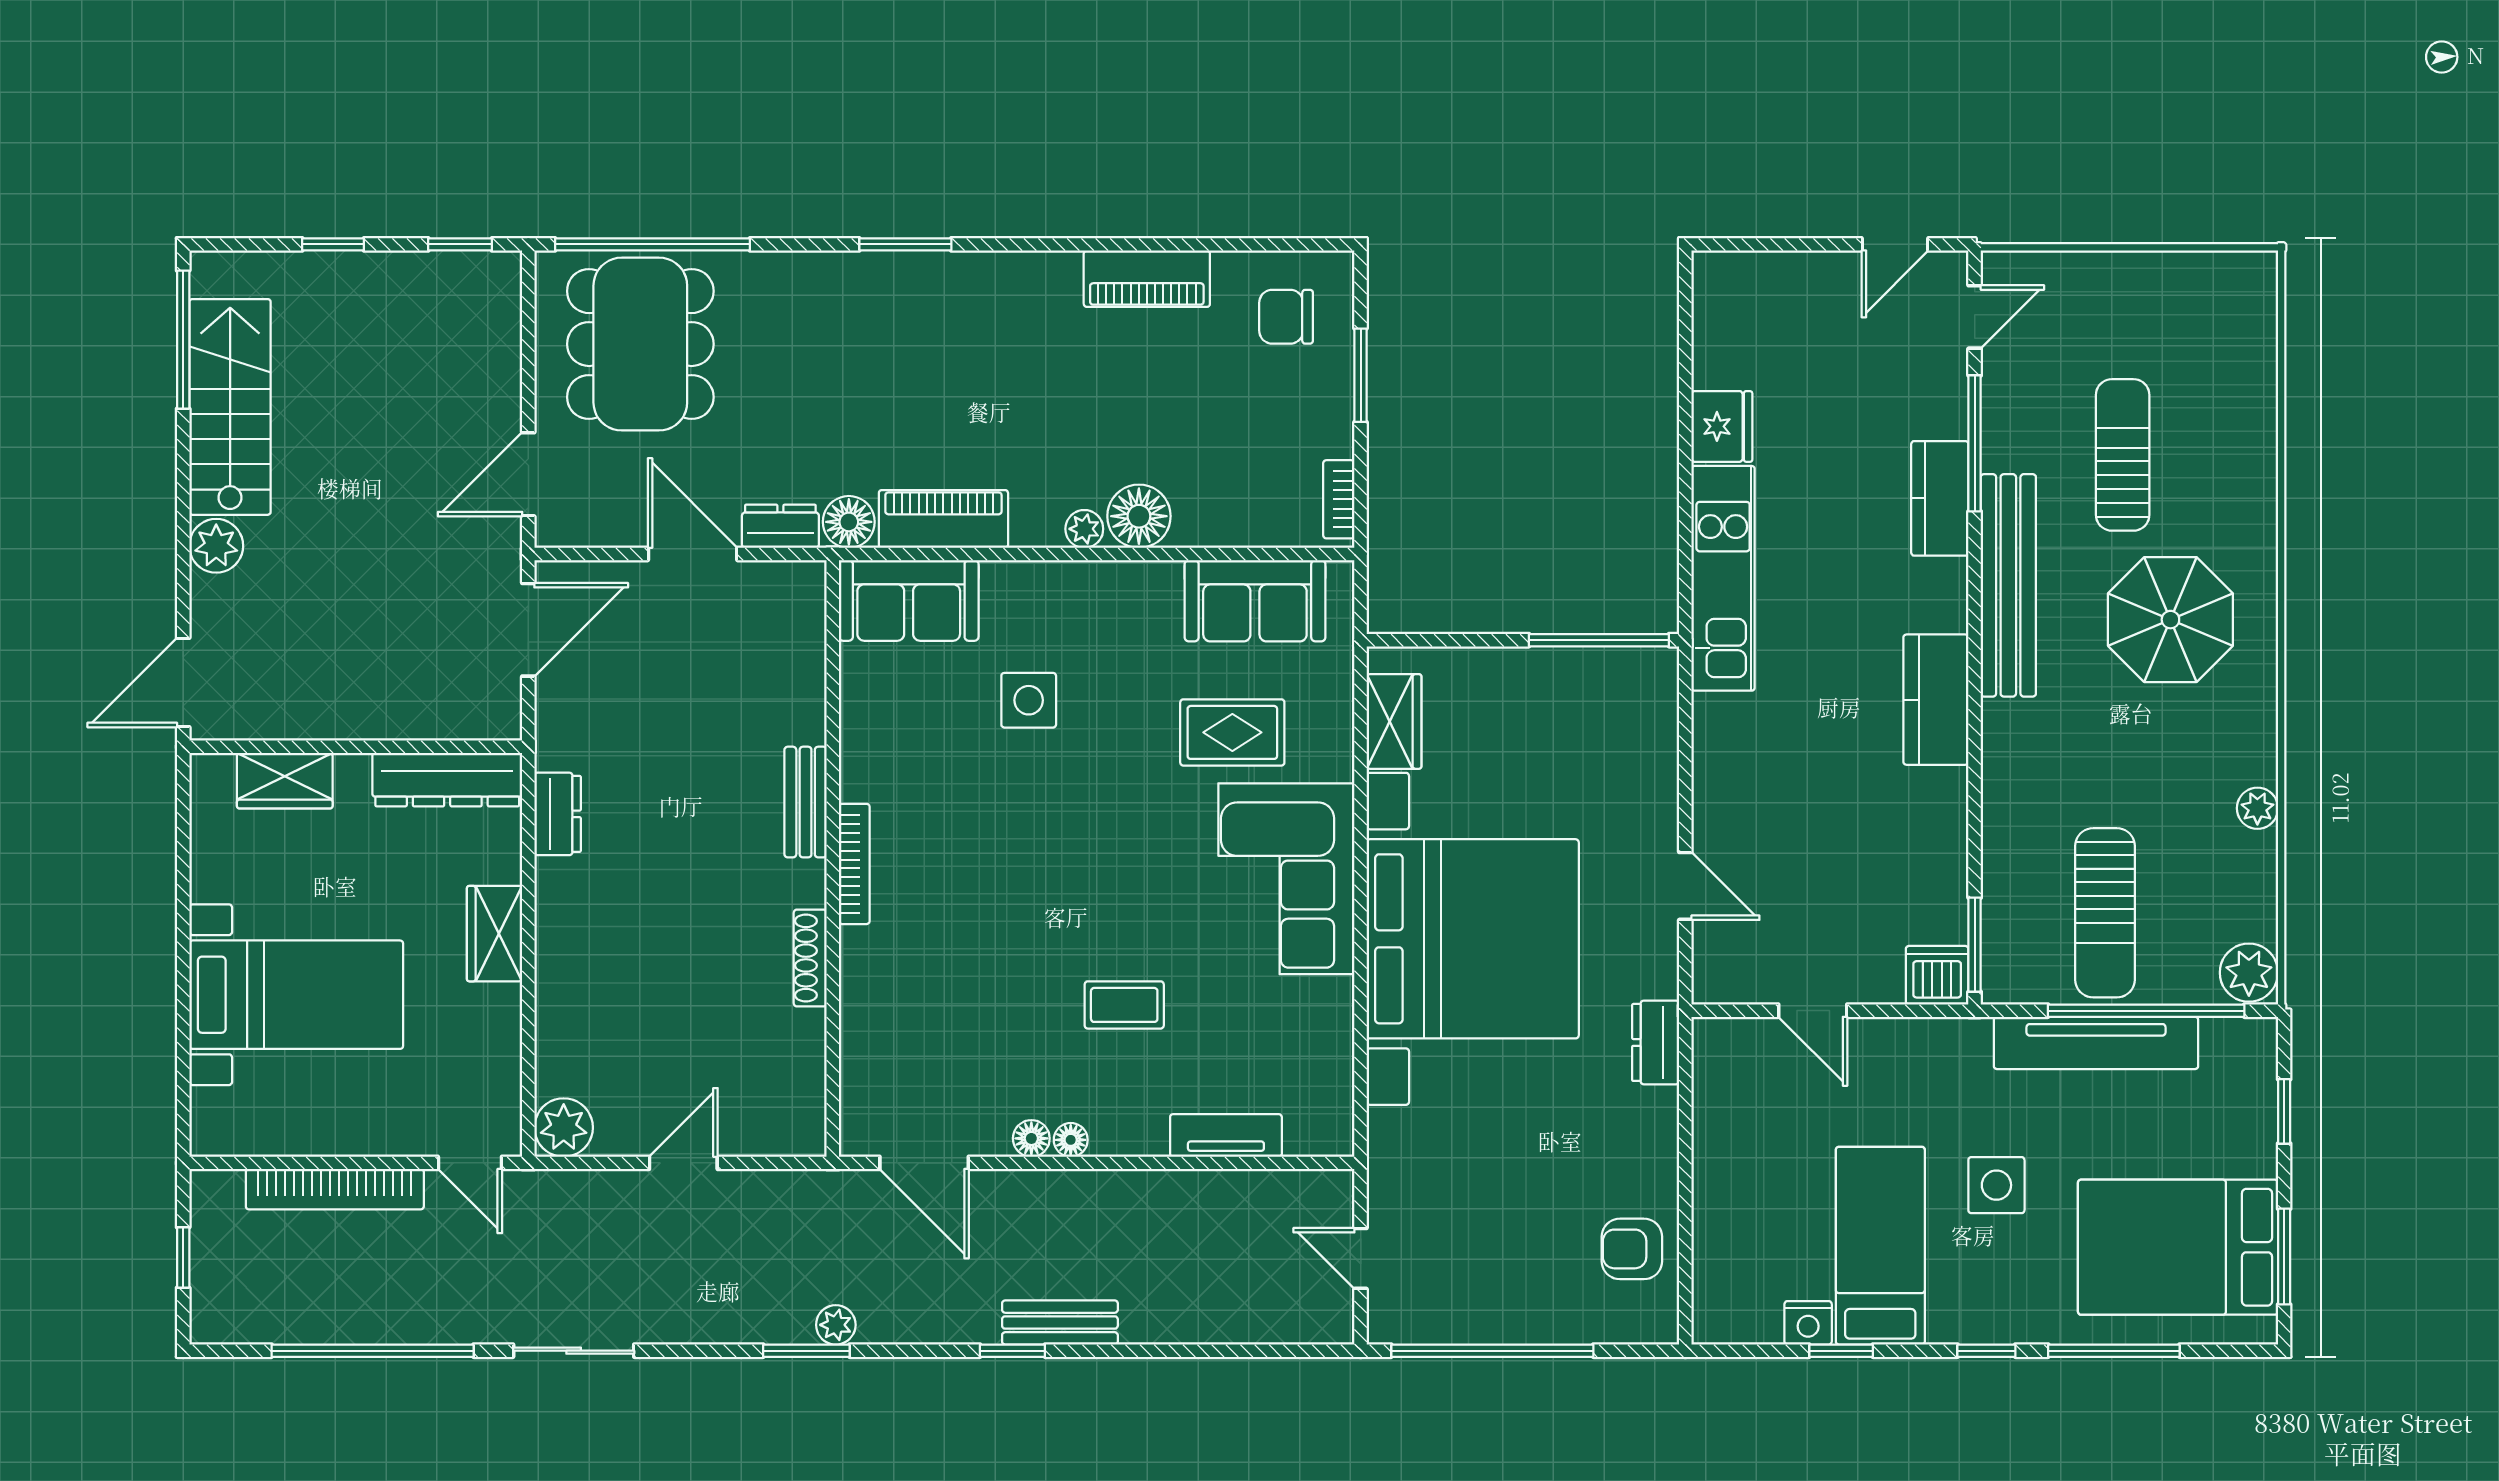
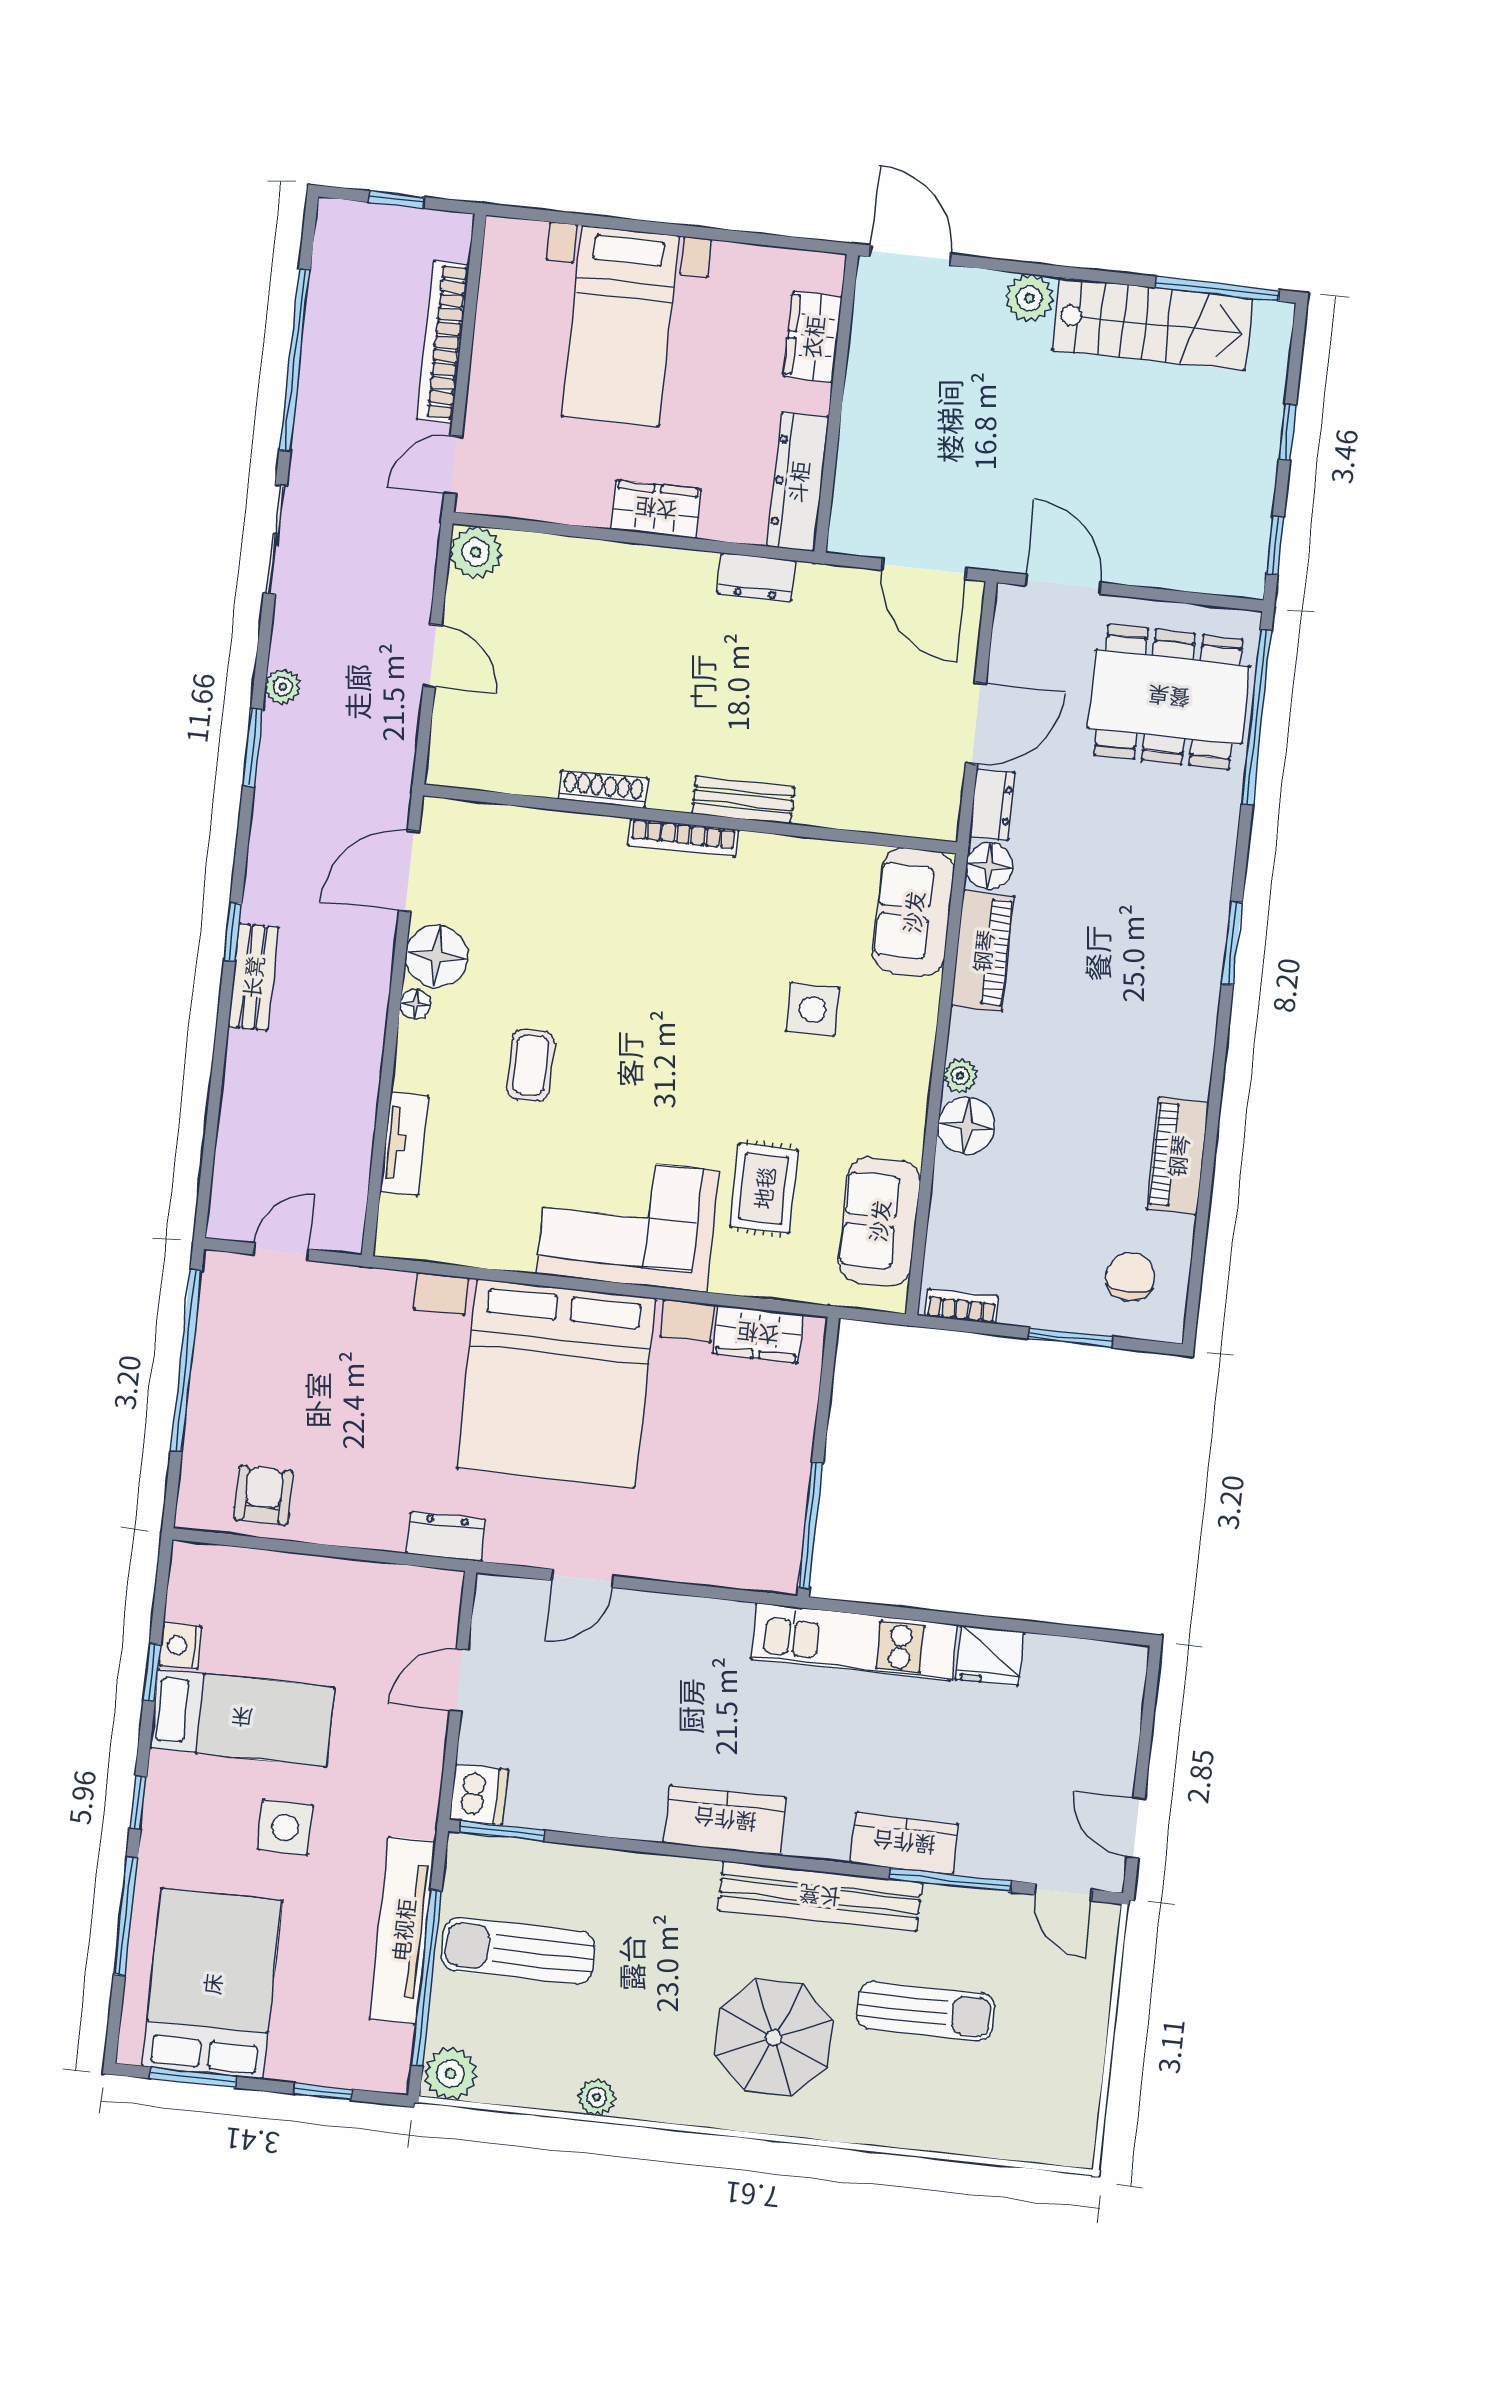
floor lamp: (1031, 1138) -> (437, 956), width x1.89, depth x1.89
plant: (836, 1325) -> (283, 687), moved

